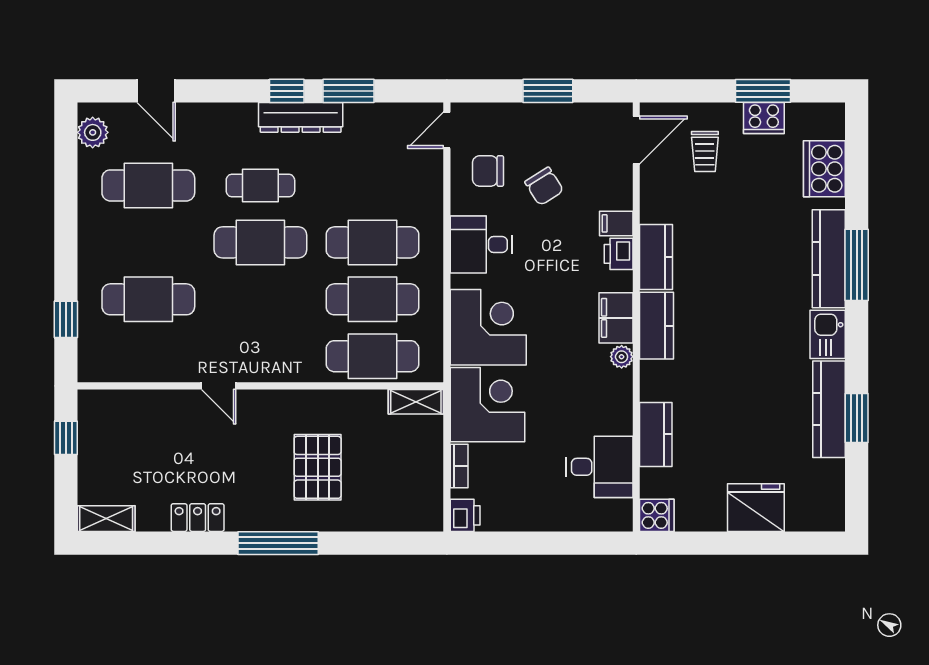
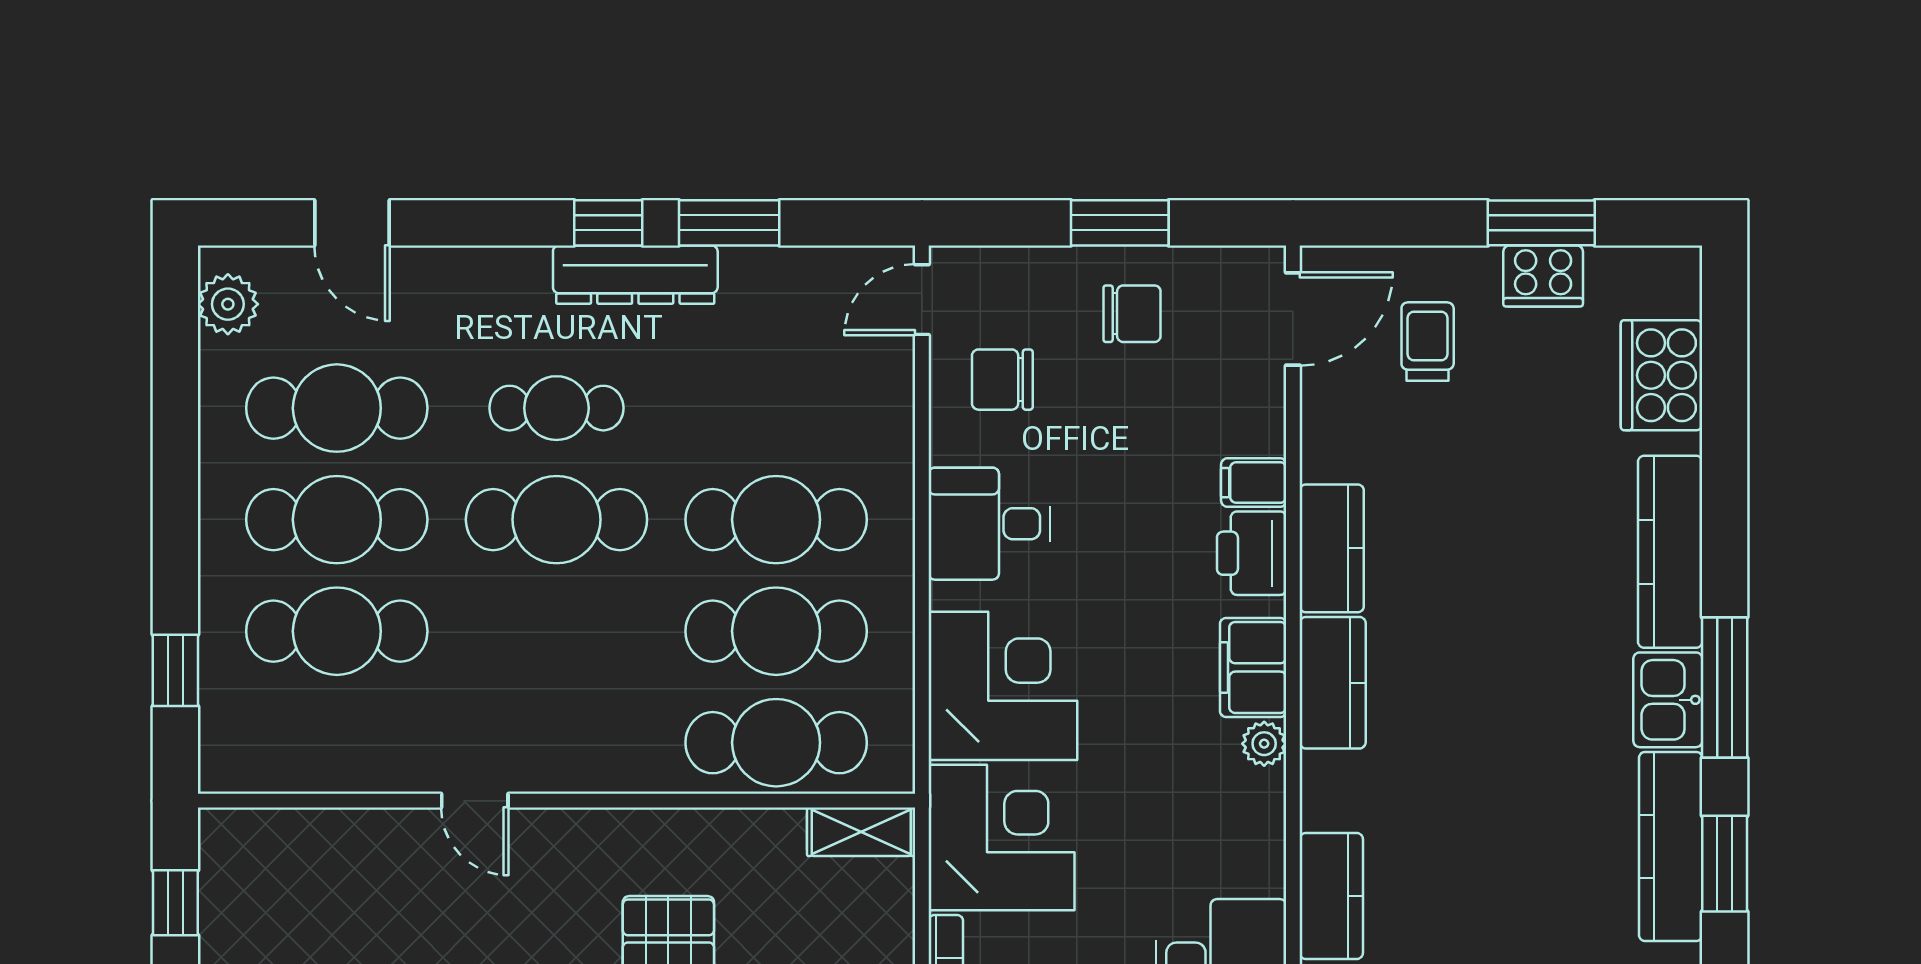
trolley: (705, 152) -> (1428, 342), turned 180
chair: (544, 186) -> (1132, 314), moved, turned -58
cafe table: (148, 242) -> (337, 520), added
printer: (619, 254) -> (1252, 553), width x1.36, depth x1.24
window: (857, 265) -> (1725, 687), moved

